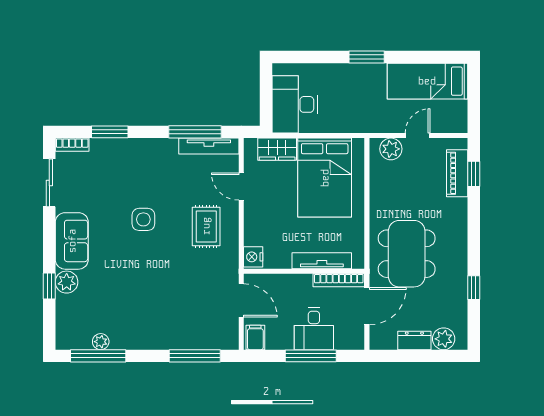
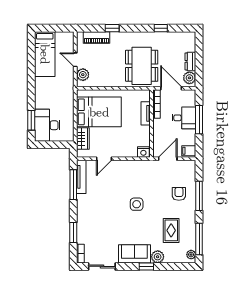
window: (367, 57) -> (31, 120), moved
desk: (295, 104) -> (47, 125), moved, turned 90
window: (474, 174) -> (112, 28), moved
side table: (143, 219) -> (137, 204), moved
rug: (206, 226) -> (171, 230), moved, turned 90
dining table: (407, 254) -> (142, 66), turned 90
tv unit: (322, 261) -> (146, 113), width x0.71
window: (49, 286) -> (146, 266), moved
armchair: (179, 320) -> (179, 194), added
plant: (444, 339) -> (189, 78), moved
plant: (101, 342) -> (191, 255), moved
window: (195, 356) -> (199, 196), moved

